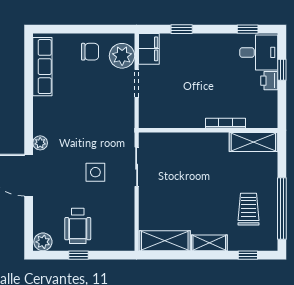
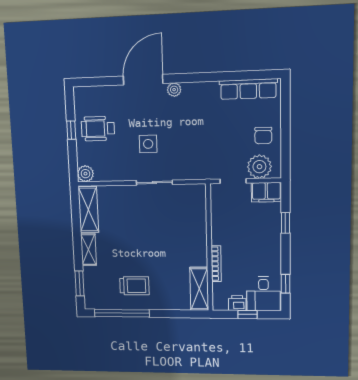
bookcase: (225, 123) -> (216, 264), moved
wall: (208, 130) -> (209, 248), moved
shelving: (253, 142) -> (199, 289), moved
trolley: (249, 209) -> (134, 286), moved
plant: (43, 242) -> (85, 174), moved
window: (248, 255) -> (79, 283), width x1.50

